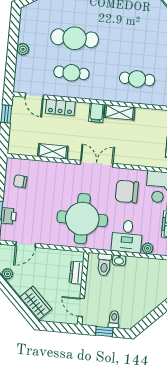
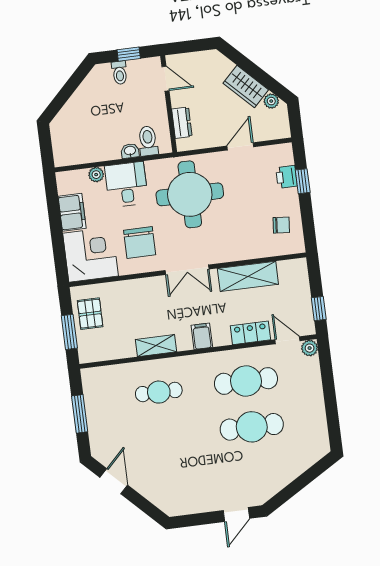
plant: (23, 49) -> (310, 348), moved
cafe table: (71, 73) -> (246, 381), width x1.37, depth x1.35
shelving: (119, 112) -> (156, 346), moved
shelving: (53, 151) -> (248, 276), width x1.50, depth x1.33
chair: (127, 192) -> (140, 243), turned 90
door: (26, 245) -> (240, 146), moved
wardrobe: (36, 303) -> (246, 87), moved

